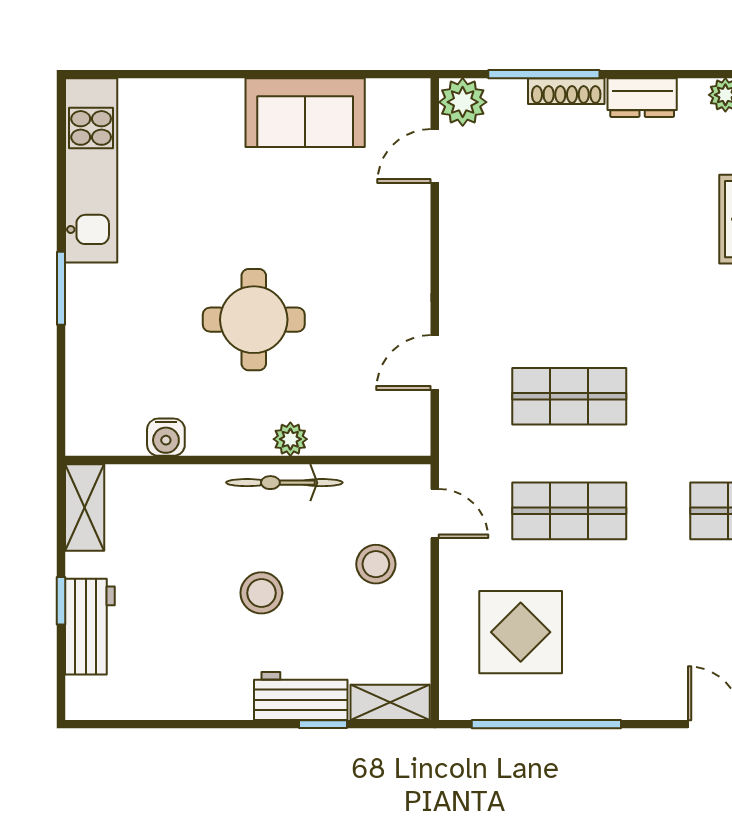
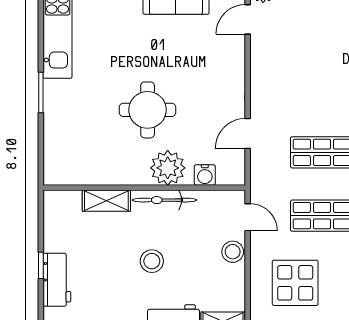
water cooler: (166, 437) -> (205, 175), moved
plant: (290, 439) -> (168, 168), width x1.88, depth x1.88
shelving: (85, 507) -> (106, 201), moved, turned 90
stool: (376, 564) -> (233, 252), moved

